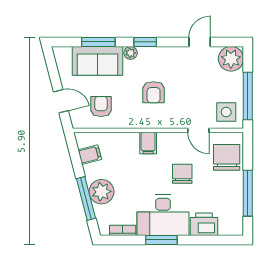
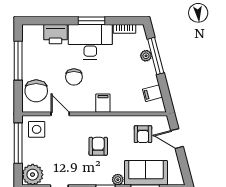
plant: (101, 192) -> (146, 56), width x0.53, depth x0.53

